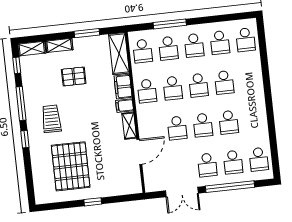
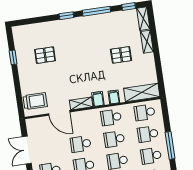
window: (170, 24) -> (170, 145), moved
window: (87, 33) -> (158, 65), removed
pallet: (74, 76) -> (121, 55), turned 90
filing cabinet: (123, 87) -> (114, 97), width x0.50
trolley: (51, 119) -> (35, 101), moved
pallet: (71, 166) -> (45, 55), width x0.49, depth x0.50
window: (93, 202) -> (13, 57), moved

